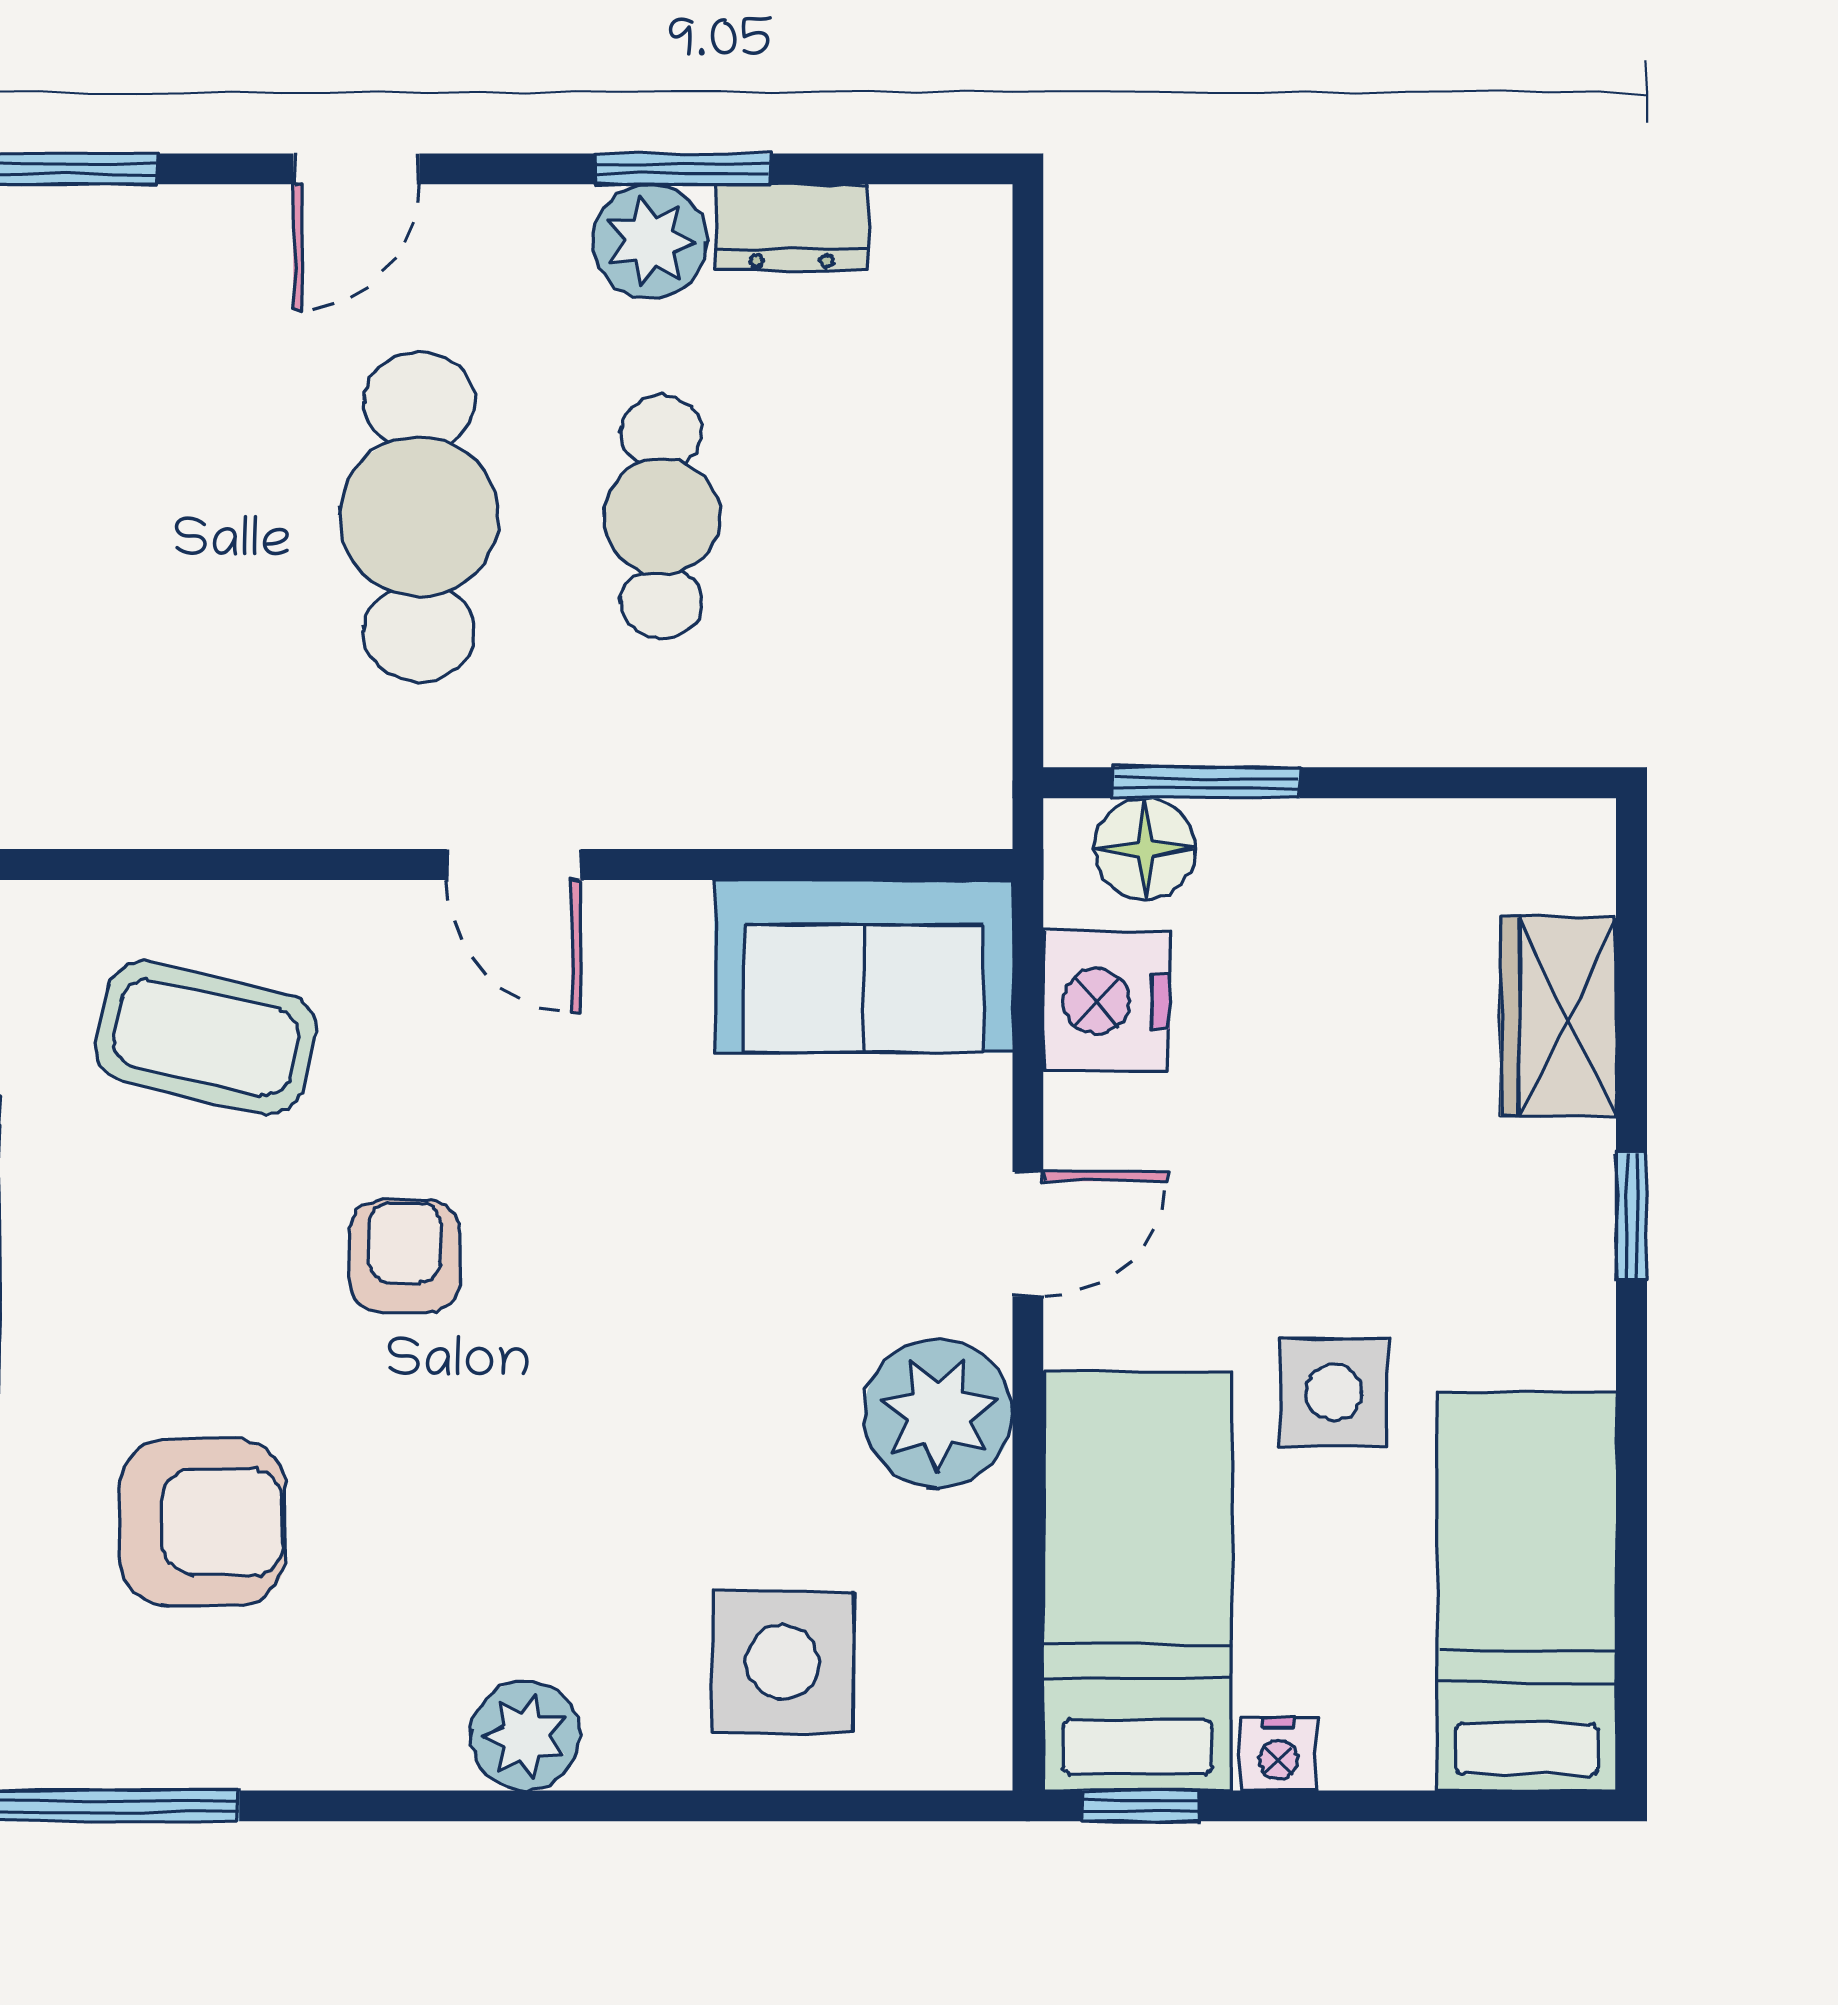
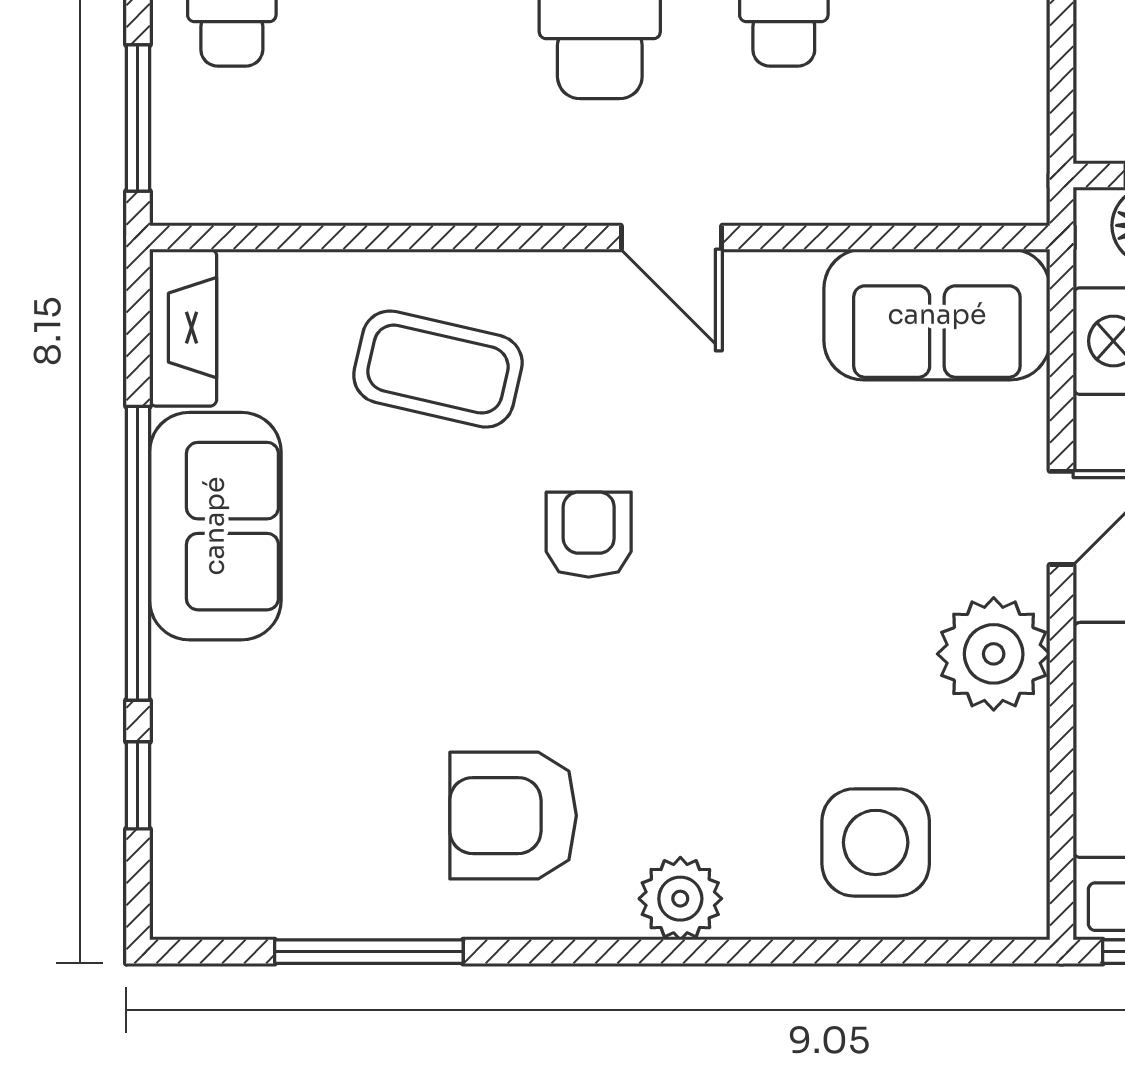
armchair: (202, 1522) -> (513, 816), moved, turned 180

